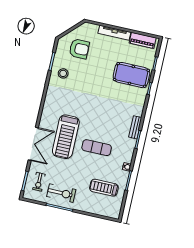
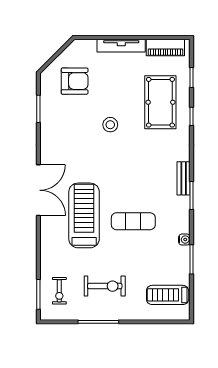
stool: (63, 73) -> (110, 125), moved
pool table: (131, 75) -> (160, 102), turned 90
treadmill: (66, 137) -> (84, 215), turned 180
double door: (33, 144) -> (38, 190), moved
treadmill: (104, 188) -> (168, 295), moved
exercise bike: (61, 193) -> (105, 286), moved

